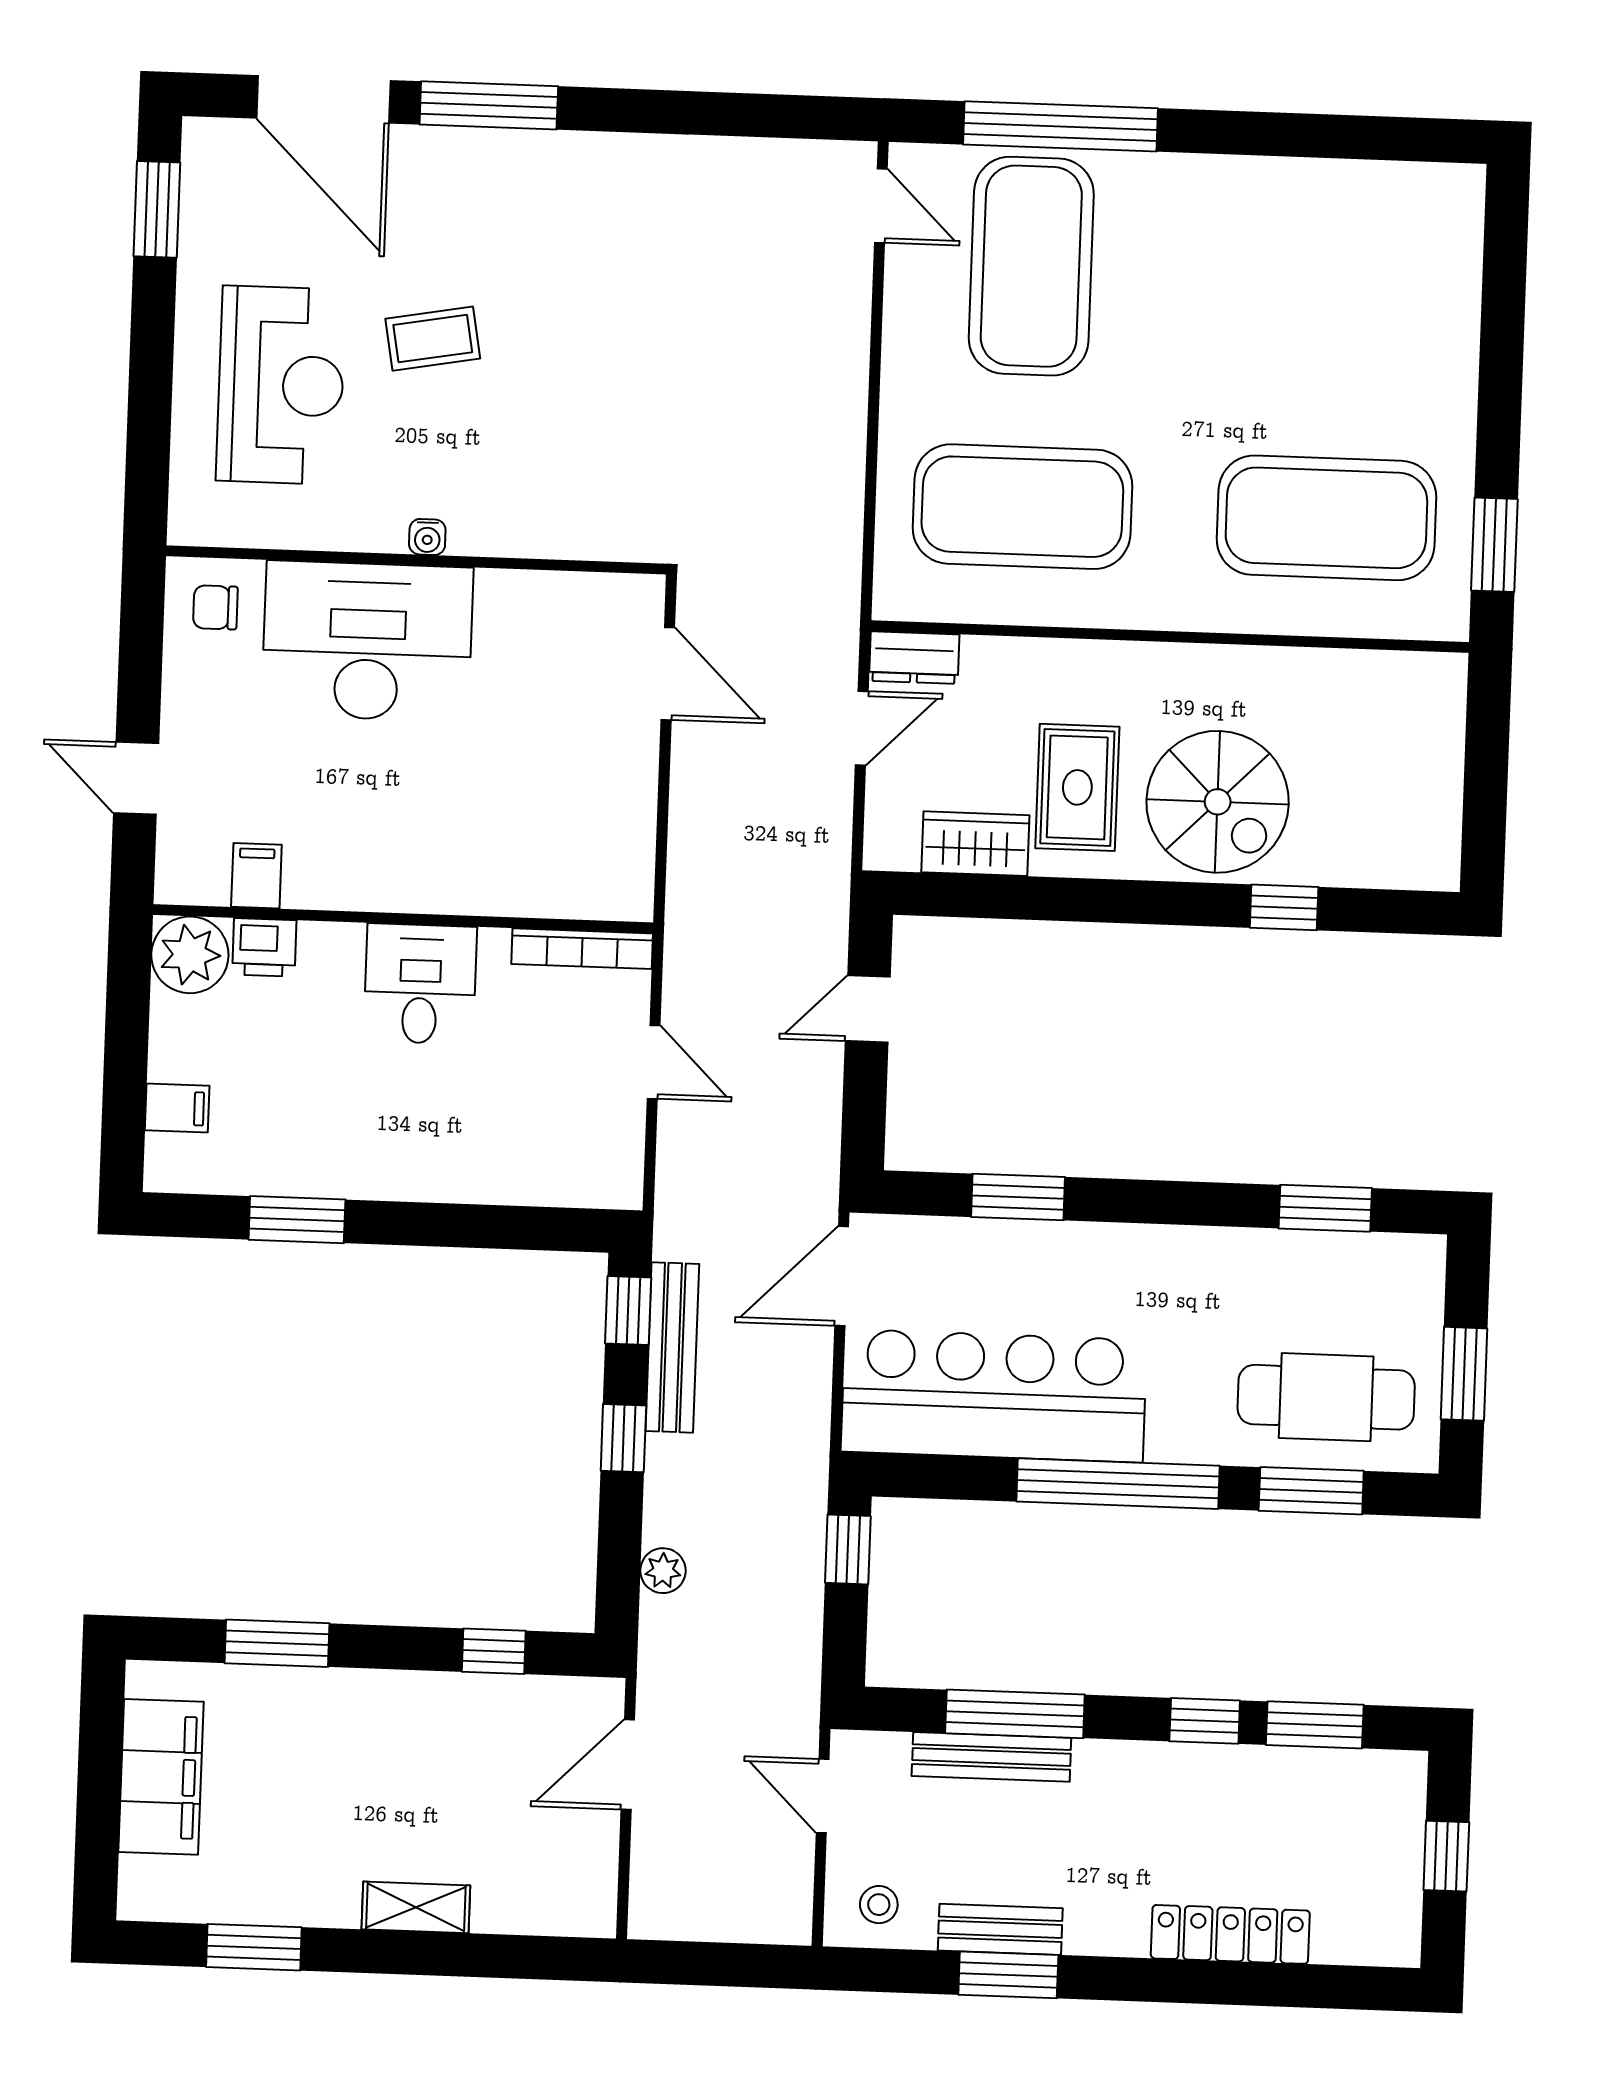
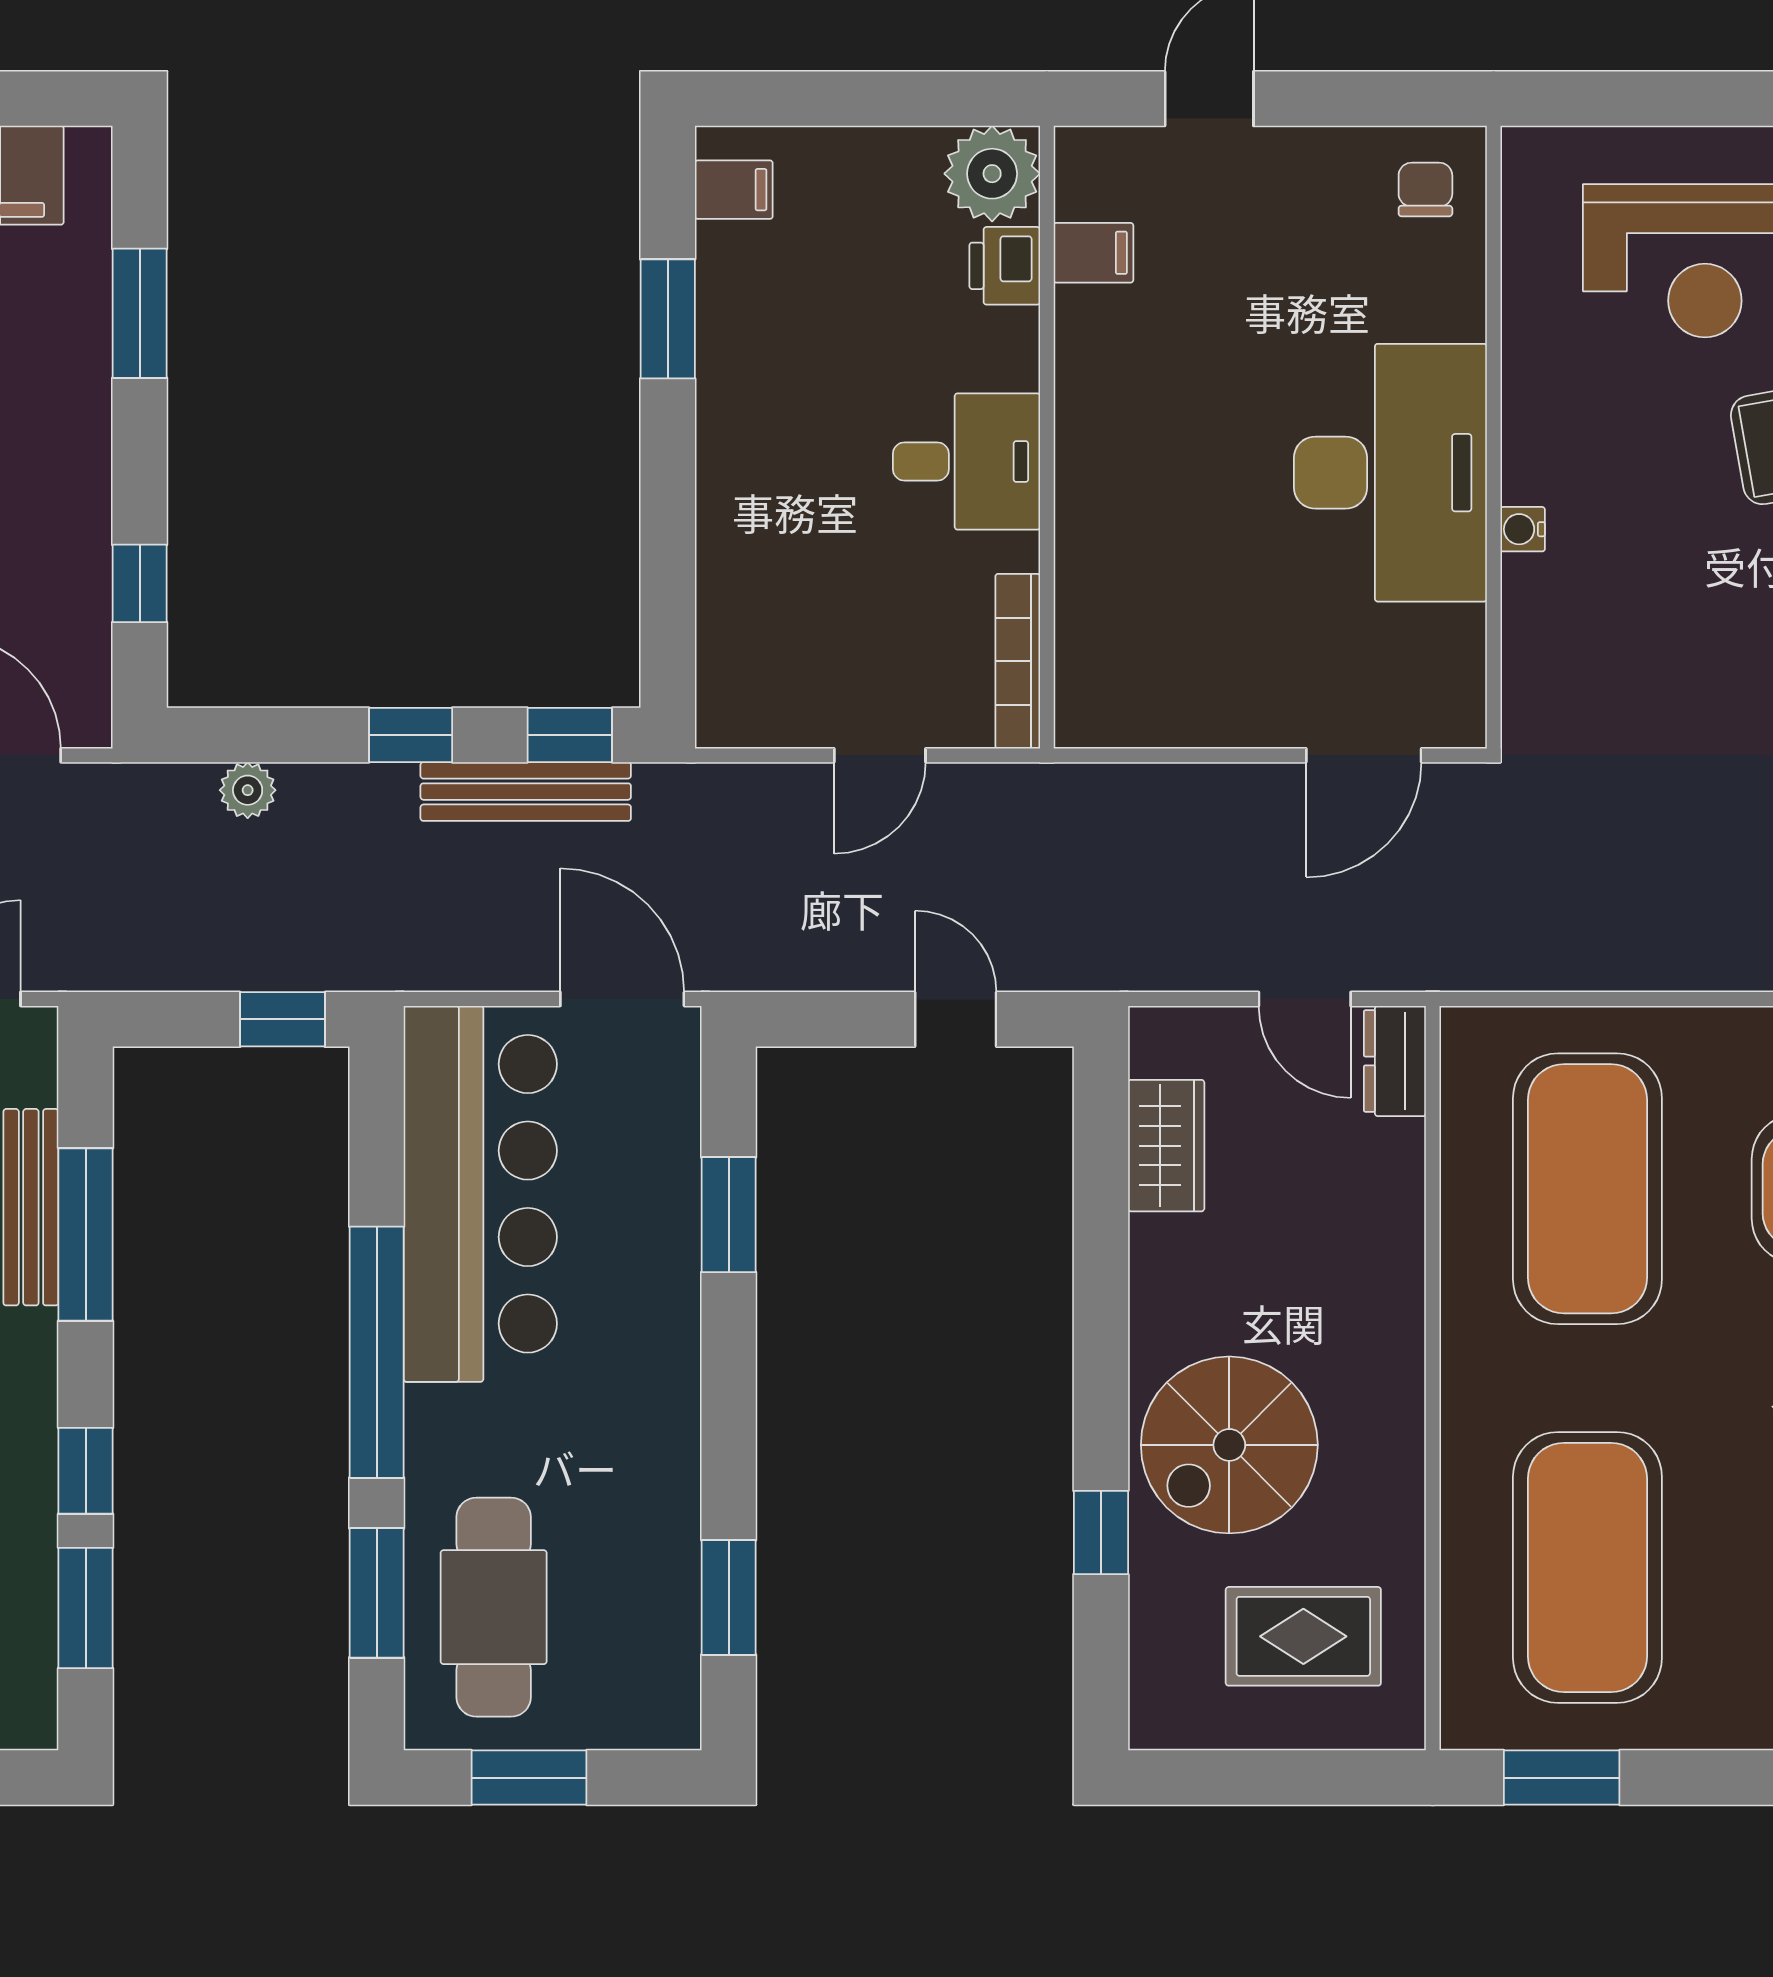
water cooler: (427, 537) -> (1523, 529), moved
desk: (367, 641) -> (1390, 473), moved
rug: (1077, 787) -> (1303, 1636), moved
filing cabinet: (177, 1108) -> (734, 190), moved, turned -90

